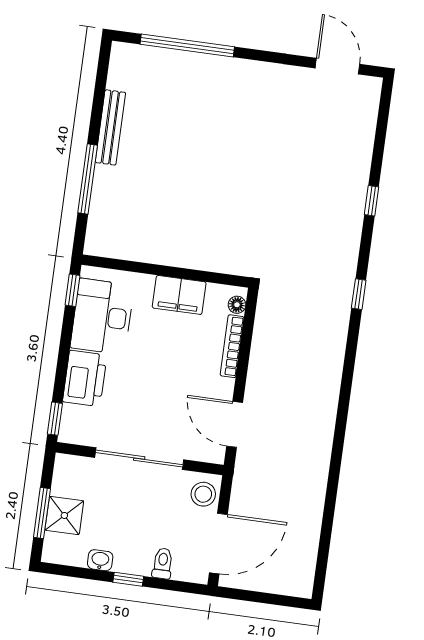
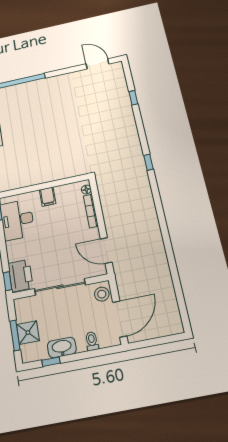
window: (372, 201) -> (133, 98), moved
filing cabinet: (179, 295) -> (48, 197), width x0.50
printer: (85, 378) -> (21, 276), moved
washbasin: (100, 560) -> (62, 347), width x1.91, depth x1.45
window: (128, 579) -> (51, 362), moved

